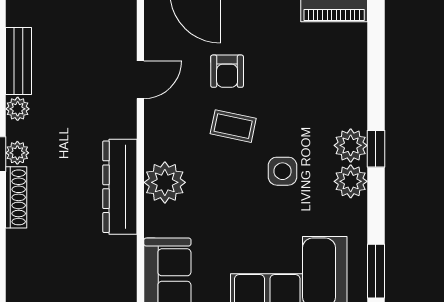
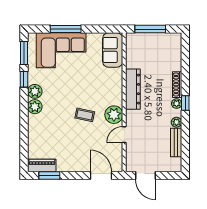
armchair: (227, 71) -> (87, 138), removed
window: (376, 149) -> (24, 79), moved
side table: (283, 171) -> (64, 96), removed
plant: (165, 182) -> (114, 115), moved

